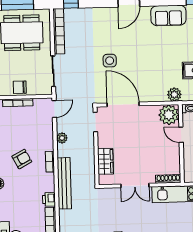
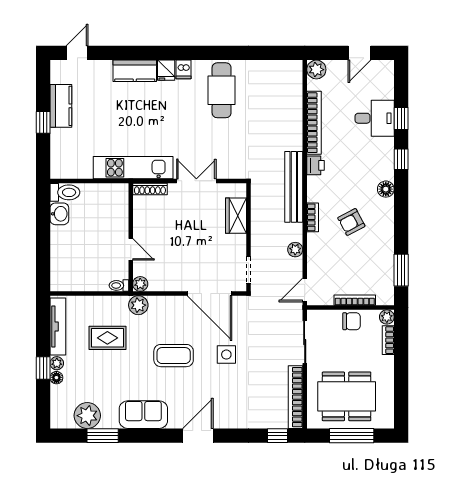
coffee table: (148, 59) -> (174, 356), added
plant: (169, 115) -> (140, 284), width x0.53, depth x0.53

